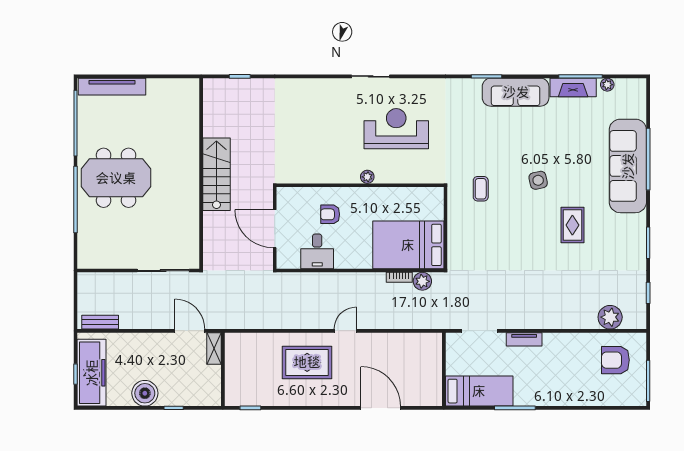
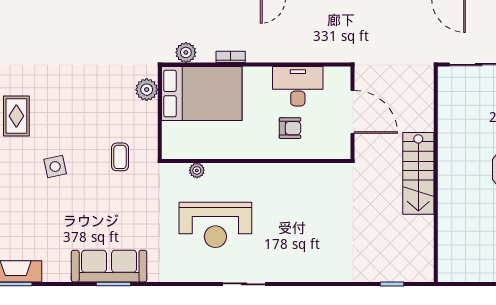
sofa: (516, 92) -> (109, 266), moved
plant: (367, 177) -> (197, 170), moved
plant: (457, 248) -> (147, 90), added
desk: (317, 251) -> (298, 86), width x1.37
bookcase: (399, 277) -> (231, 57), moved

